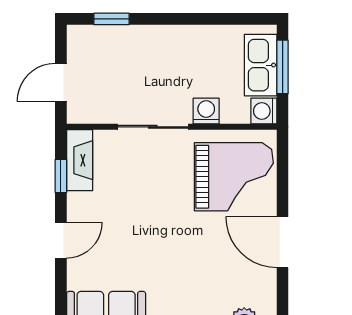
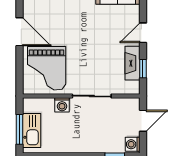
washing machine: (264, 111) -> (133, 144), moved, turned 180
fireplace: (80, 160) -> (133, 63), moved
grand piano: (234, 177) -> (47, 68), turned -90

